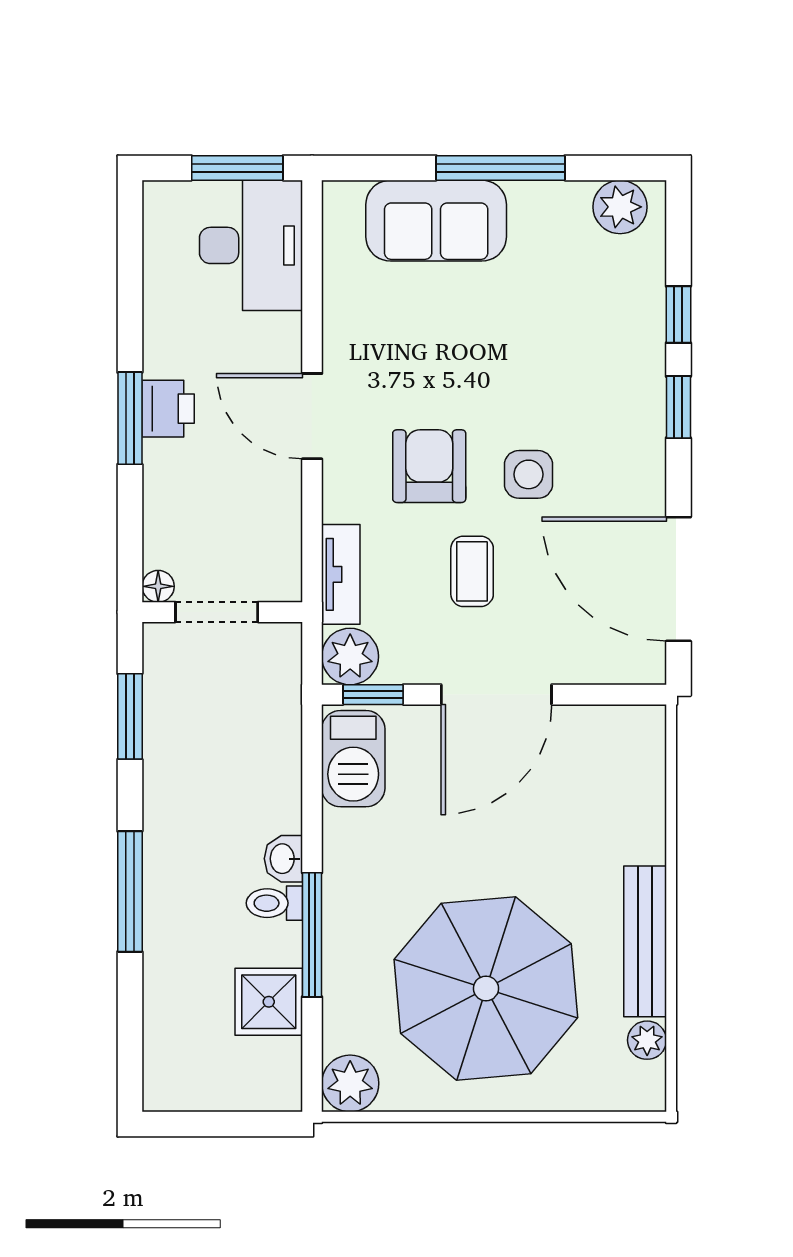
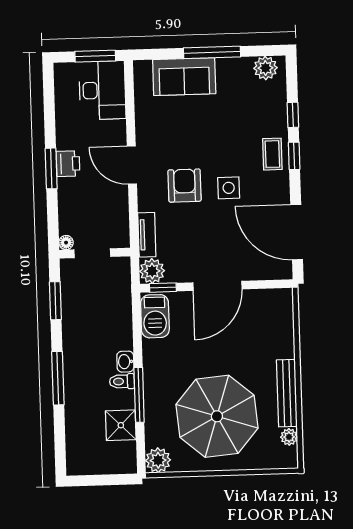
coffee table: (472, 571) -> (272, 154), moved

